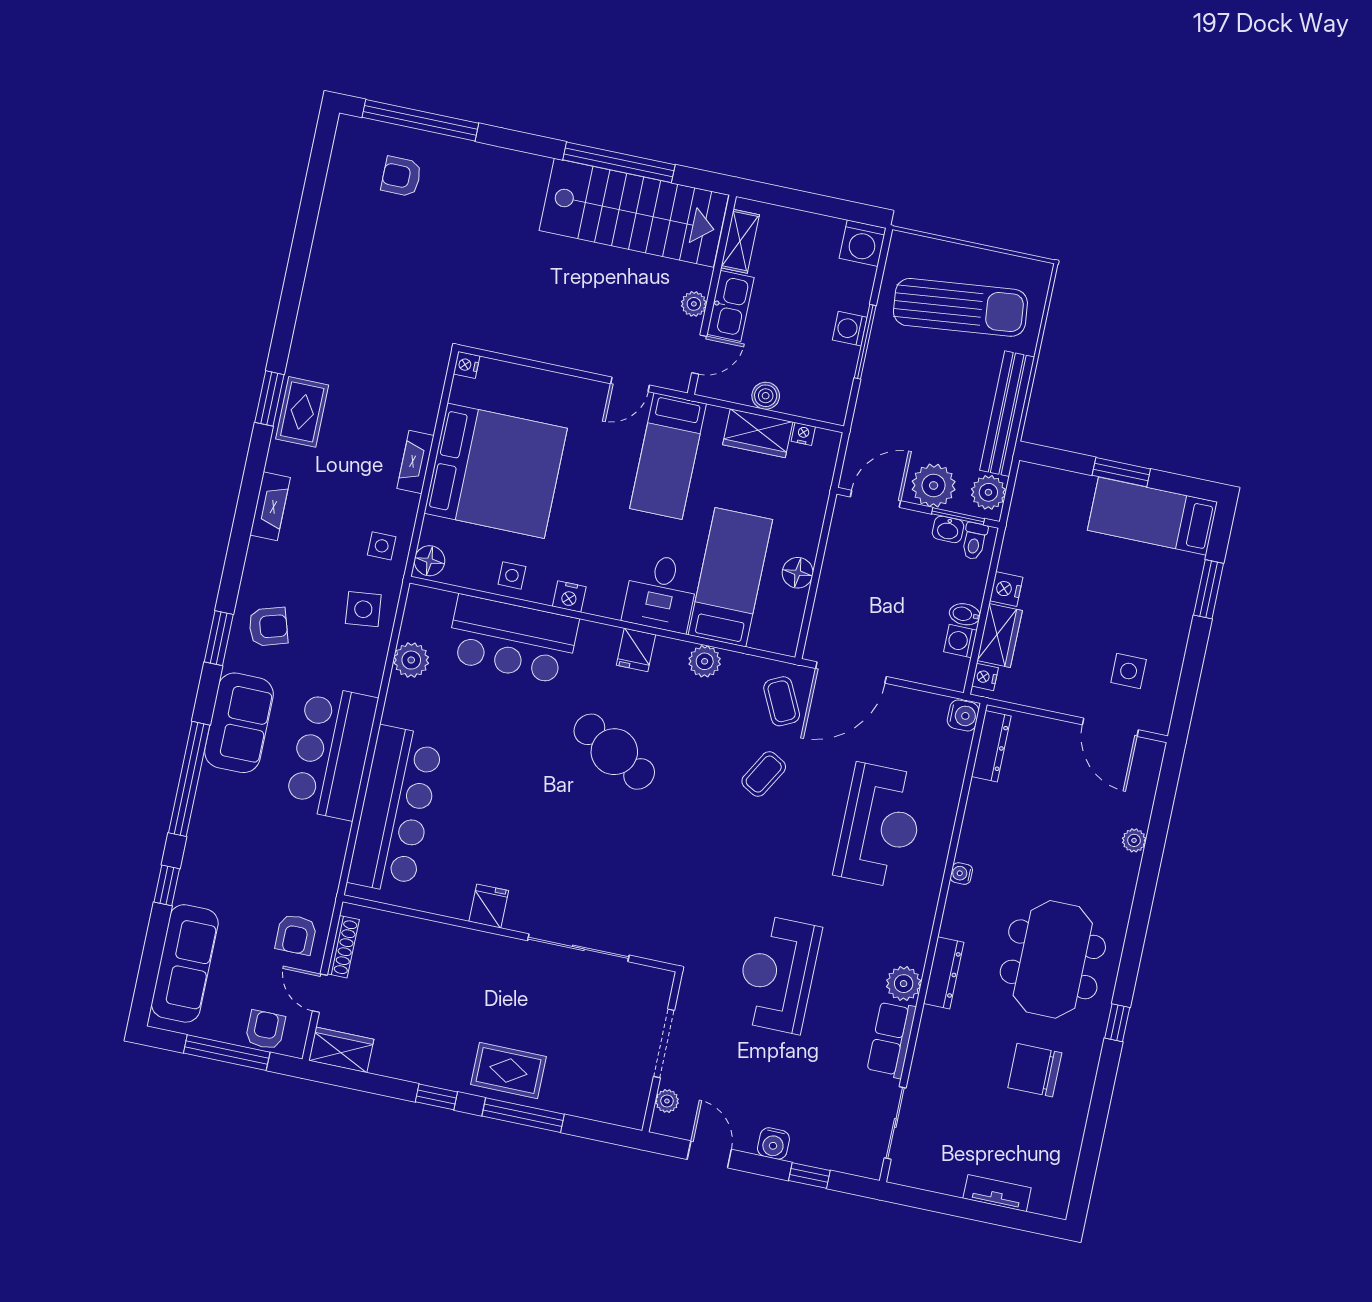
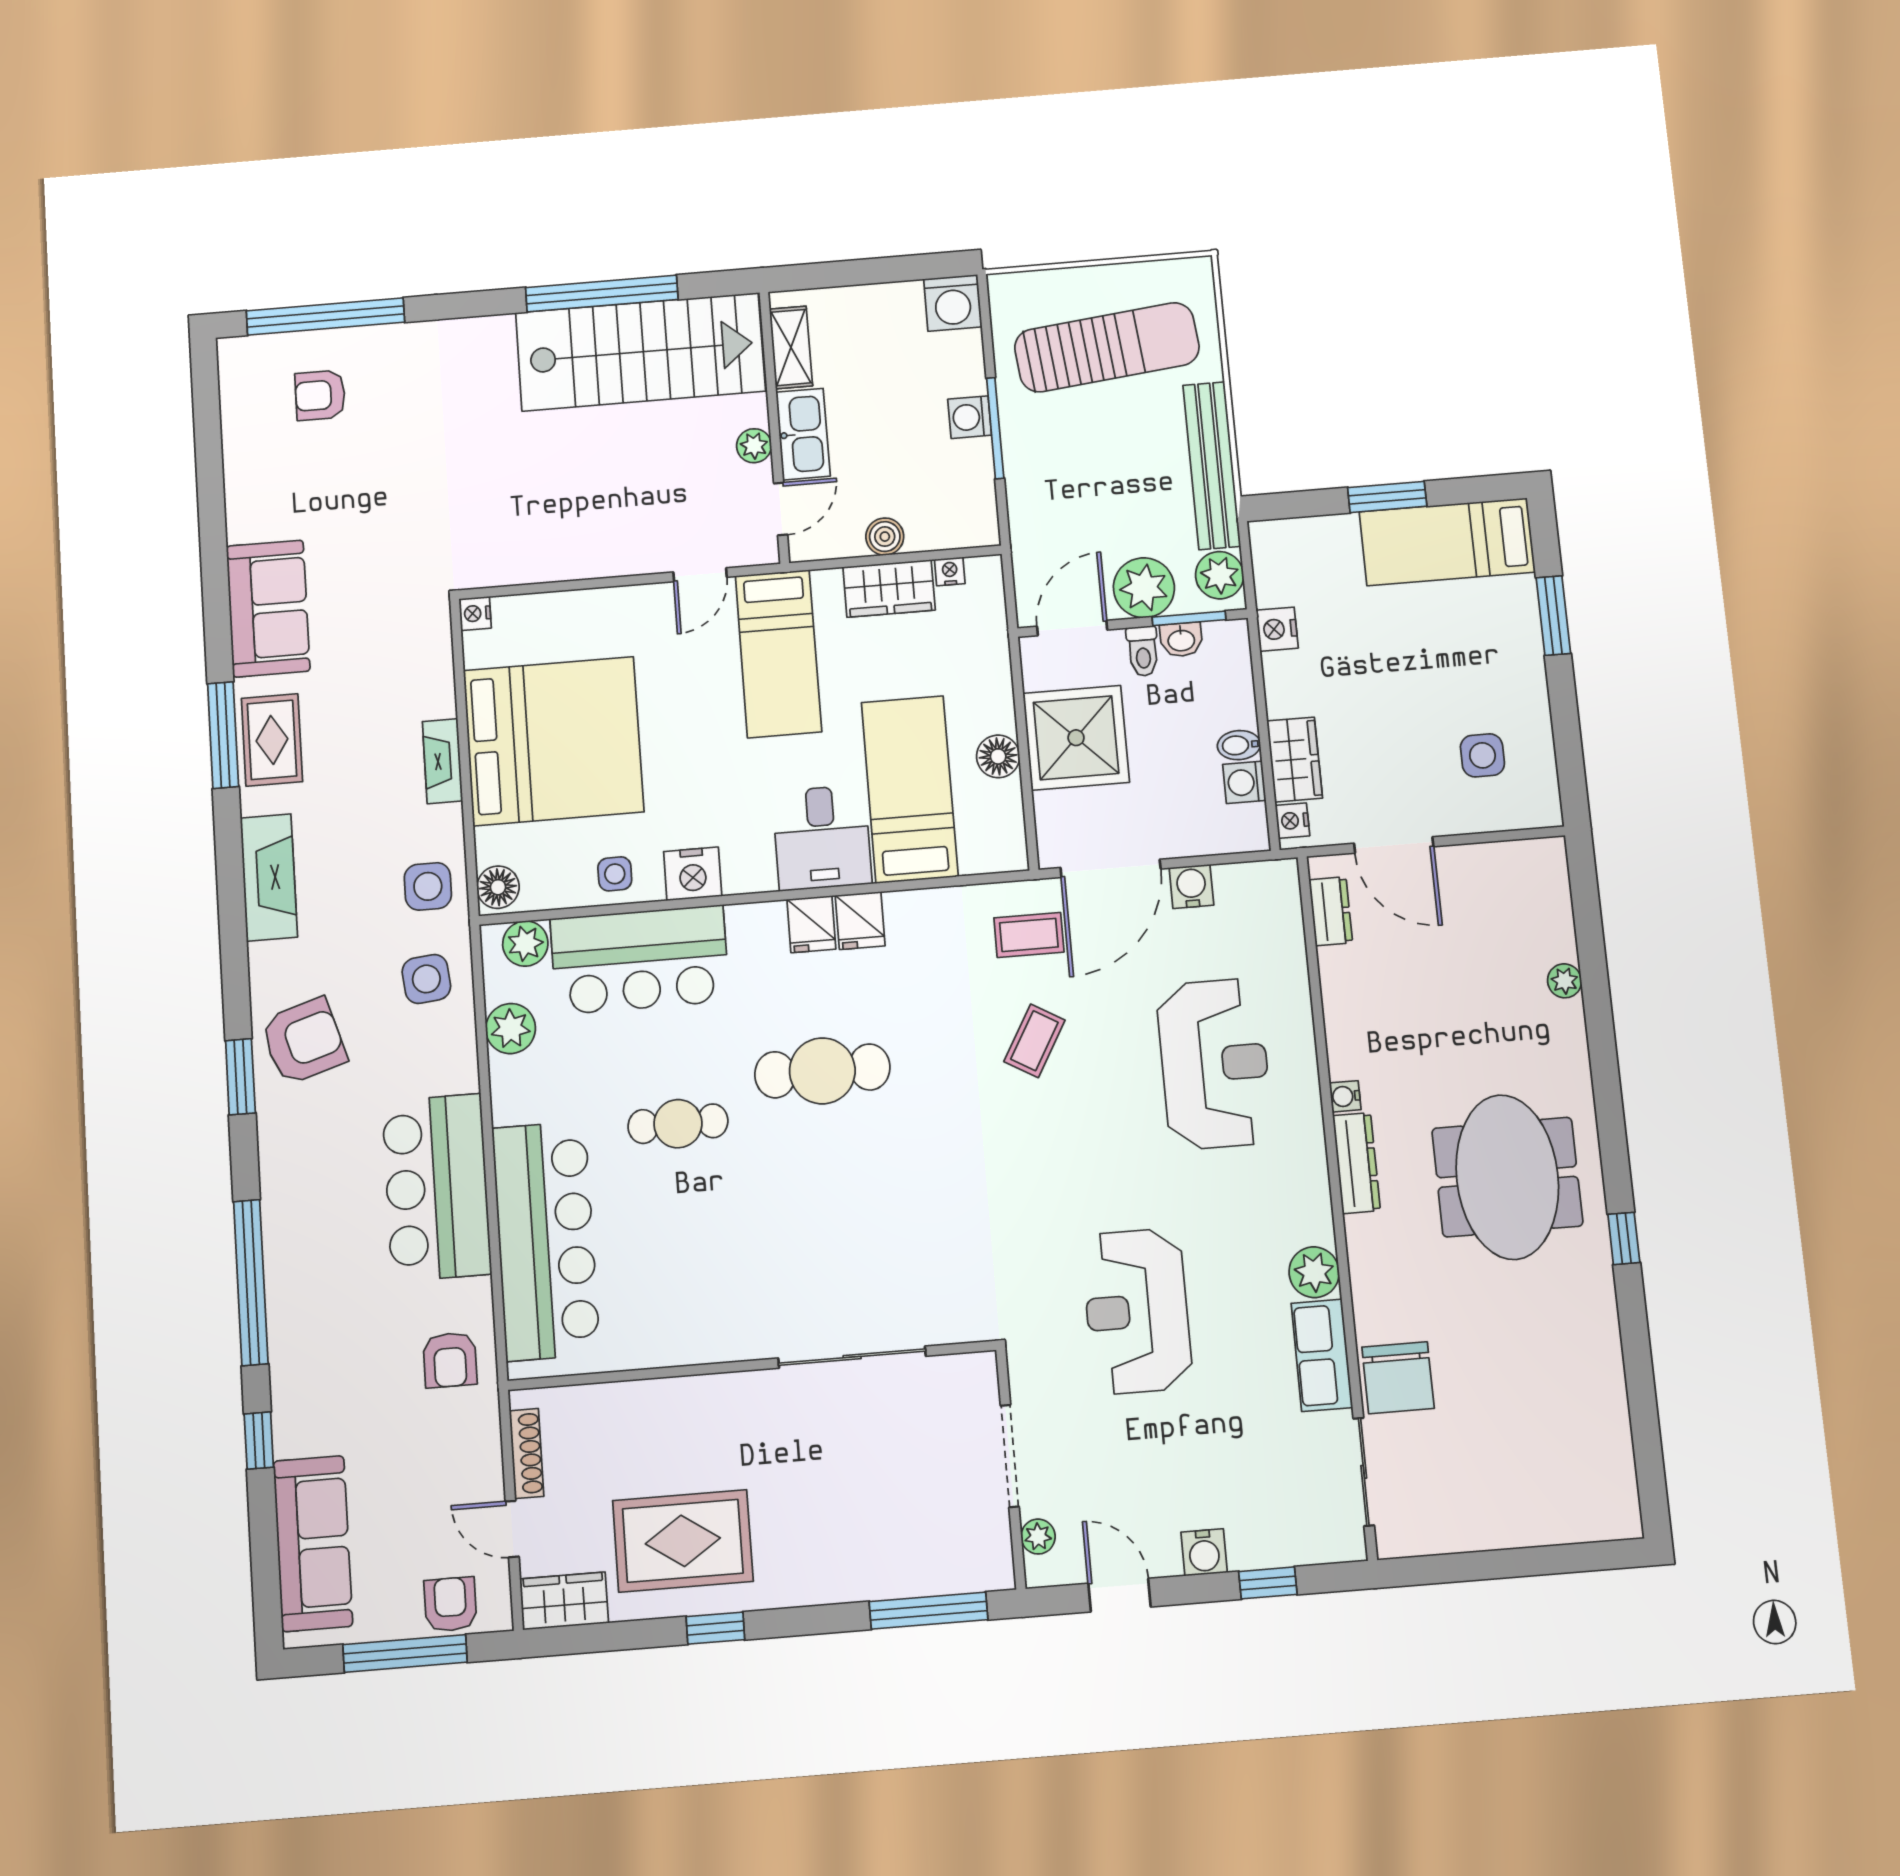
window: (269, 398) -> (223, 735), width x1.44
fireplace: (270, 506) -> (269, 877), width x1.37, depth x1.32
toilet: (974, 541) -> (1143, 651), moved
side table: (382, 546) -> (428, 886), width x1.37, depth x1.37
shower: (855, 576) -> (1076, 738), added
nightstand: (1006, 589) -> (1277, 629), moved
nightstand: (569, 597) -> (693, 874), width x1.36, depth x1.33
armchair: (268, 627) -> (304, 1041), width x1.38, depth x1.38
plant: (705, 661) -> (525, 944), moved
coffee table: (782, 701) -> (1029, 935), turned -64
water cooler: (963, 715) -> (1191, 887), moved, turned -90
sofa: (239, 723) -> (268, 608), moved
door: (1110, 727) -> (1394, 845), moved
dresser: (991, 746) -> (1331, 911), width x0.70
cafe table: (614, 752) -> (822, 1071), turned -30
cafe table: (506, 758) -> (678, 1124), added
fridge: (489, 906) -> (860, 921), moved, turned 180
armchair: (296, 935) -> (450, 1360), moved
dresser: (944, 973) -> (1356, 1163), moved
rug: (508, 1070) -> (683, 1541), moved, width x1.36, depth x1.43
chair: (1035, 1070) -> (1398, 1378), moved, turned -90
window: (523, 1115) -> (929, 1611), moved
tv unit: (997, 1193) -> (1536, 1529), removed

